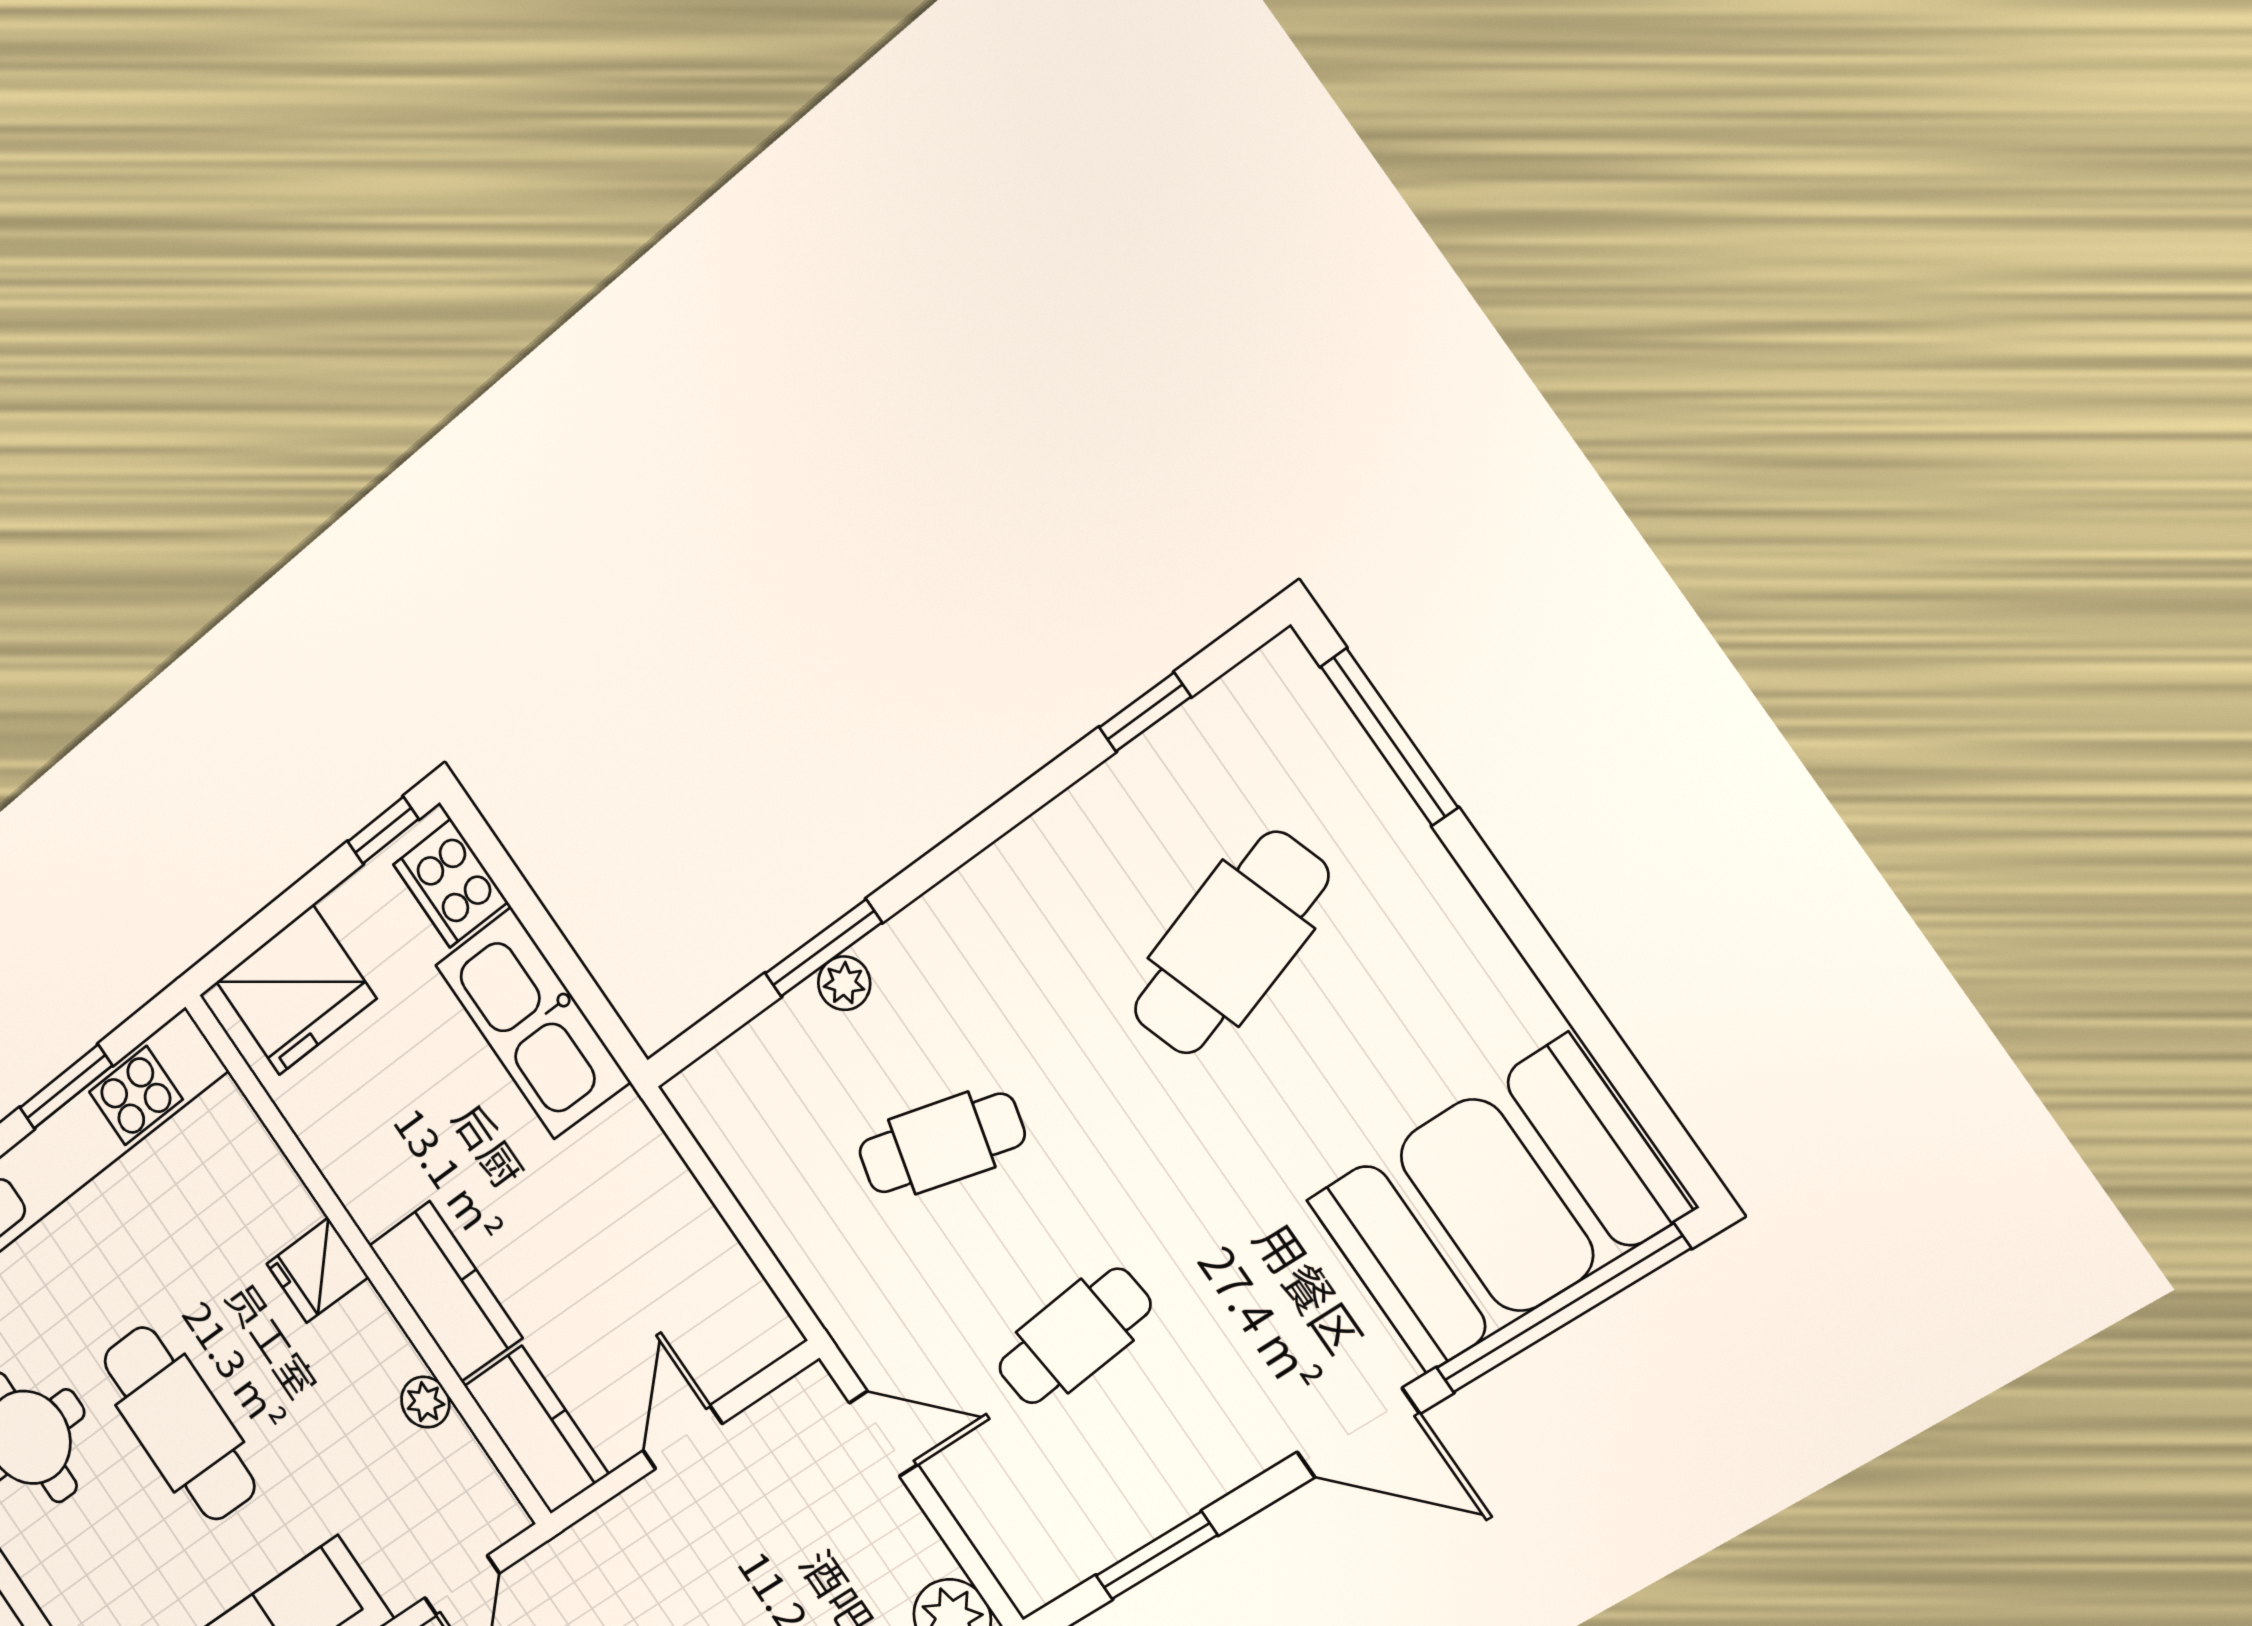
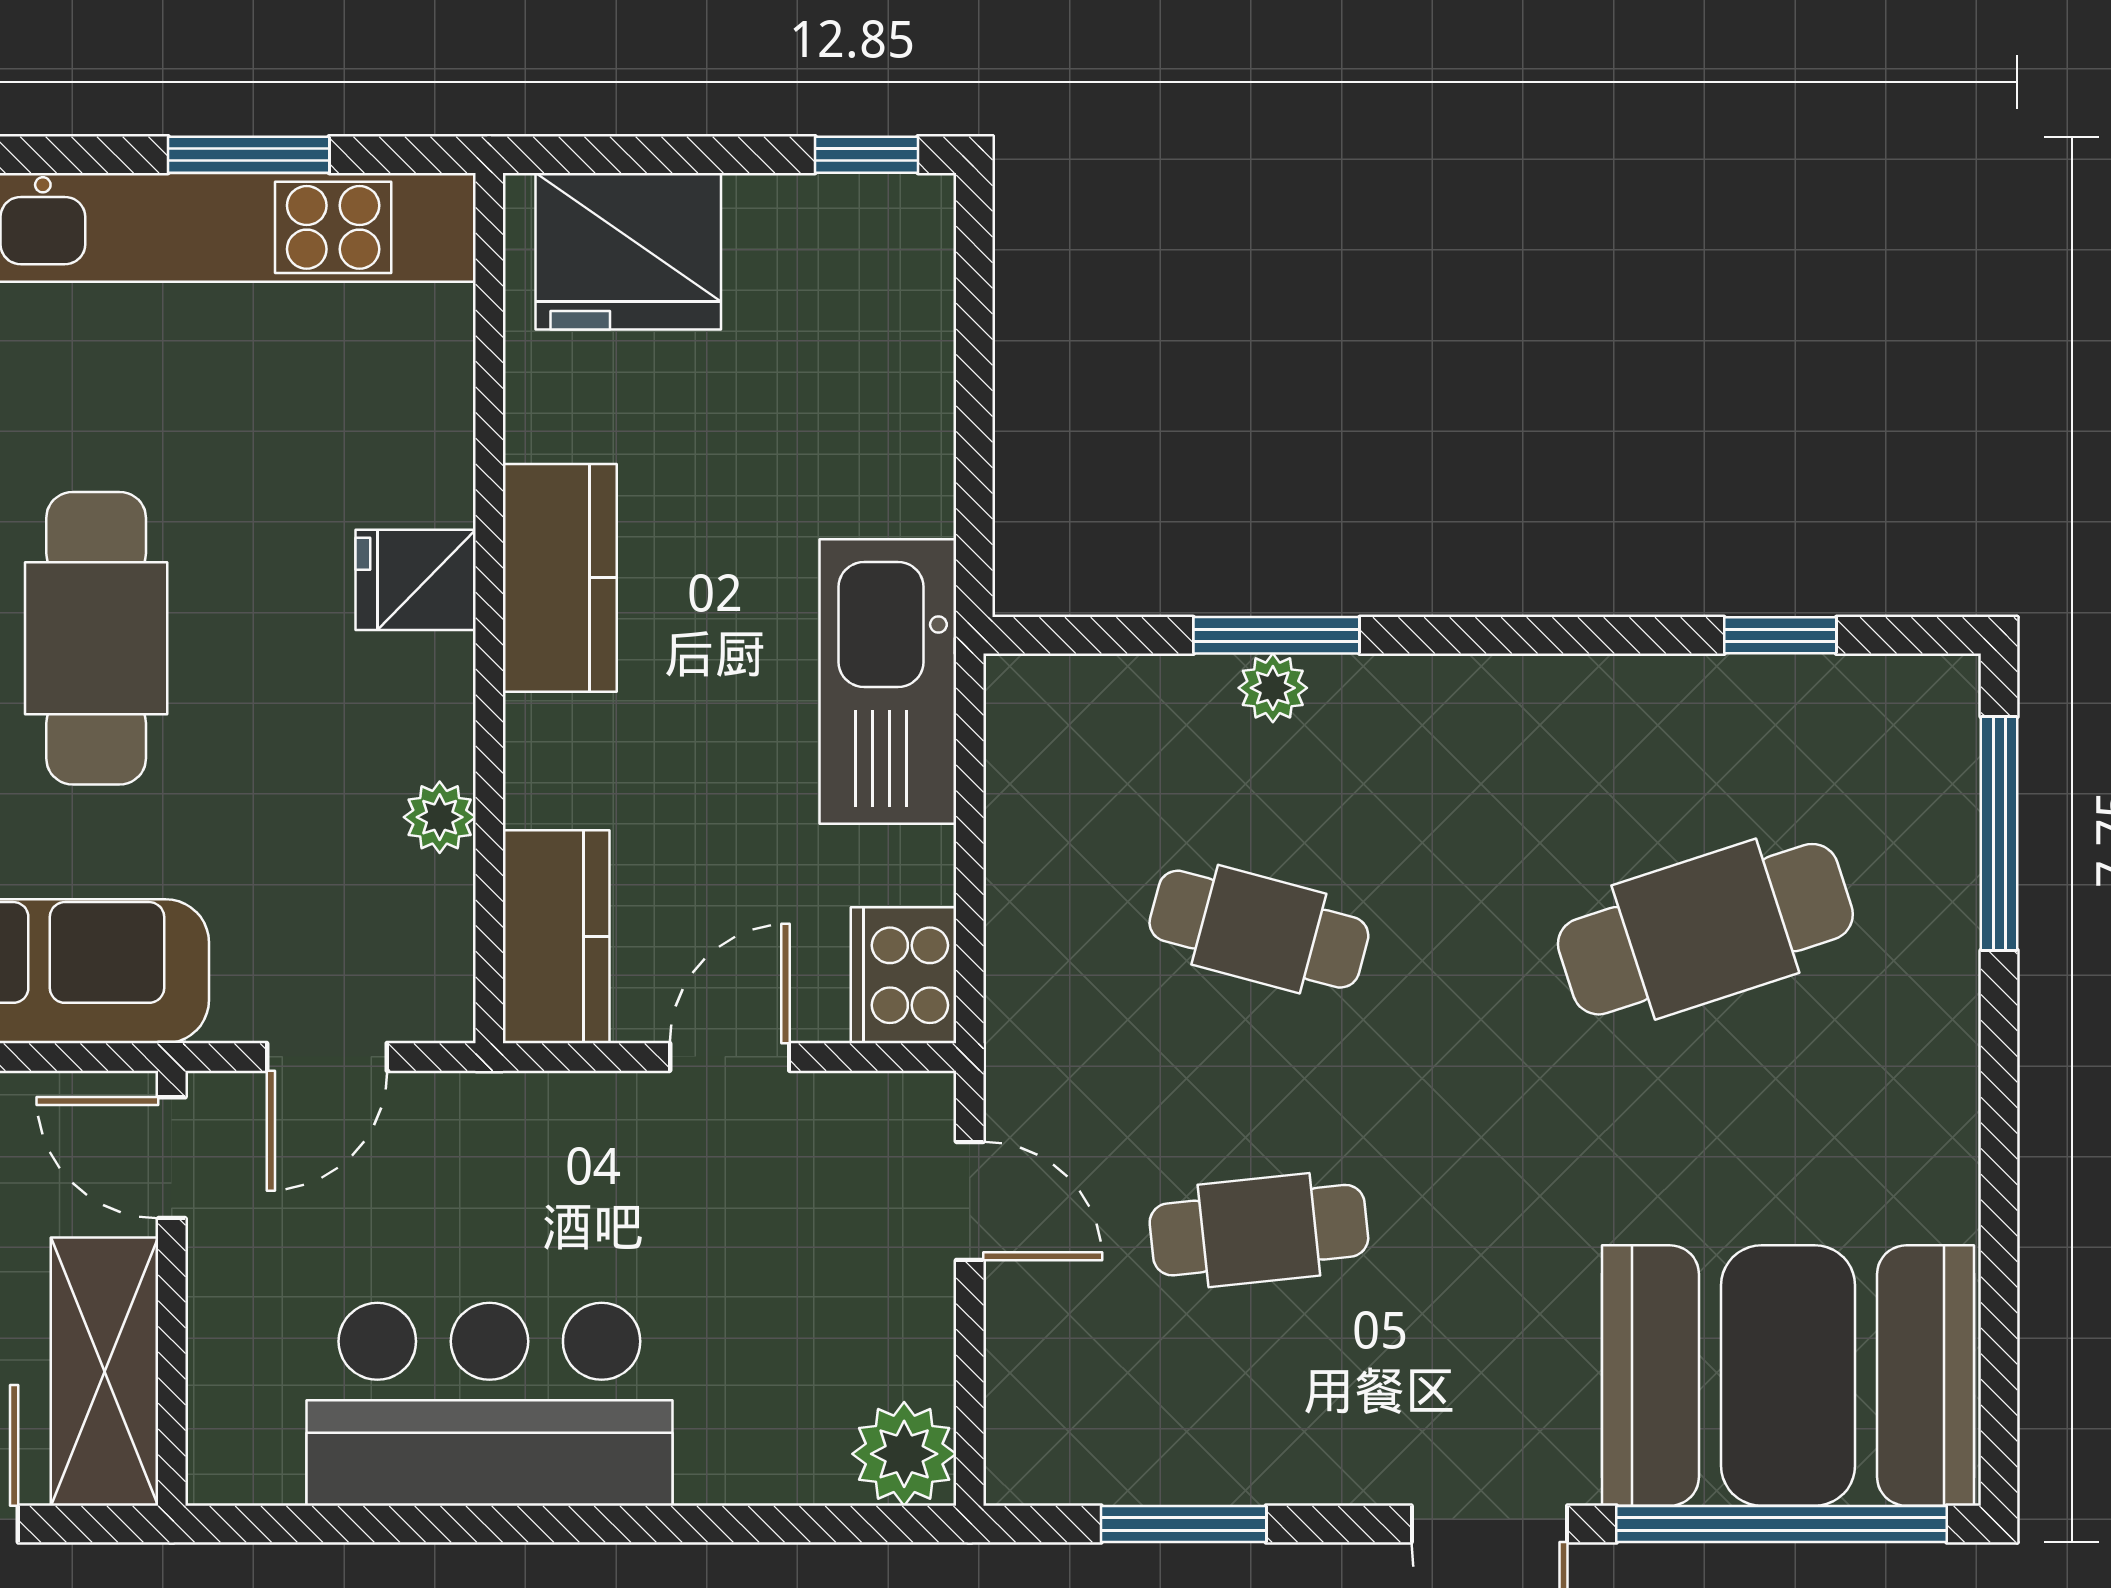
cooker: (450, 883) -> (904, 975), moved
kitchen sink: (533, 1023) -> (888, 681), moved
kitchen counter: (445, 1292) -> (560, 578), moved

